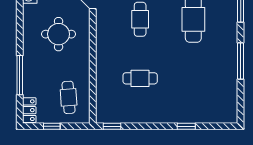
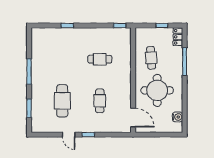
round table: (59, 34) -> (157, 90), width x1.36, depth x1.36
cafe table: (69, 97) -> (151, 58), moved

